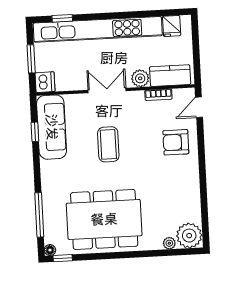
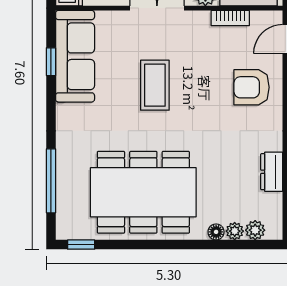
dresser: (193, 200) -> (272, 172), added
plant: (189, 236) -> (255, 230), width x0.53, depth x0.53
floor lamp: (50, 250) -> (216, 232), moved

